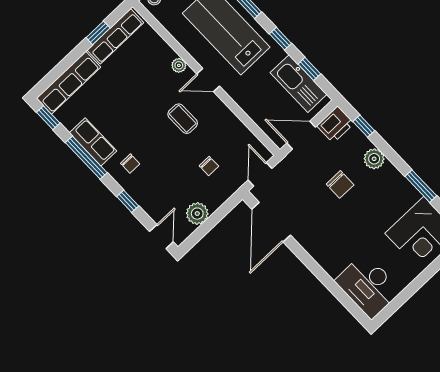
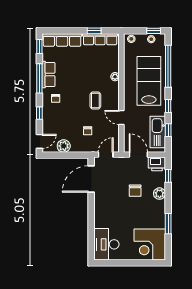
door: (208, 80) -> (121, 117), moved

